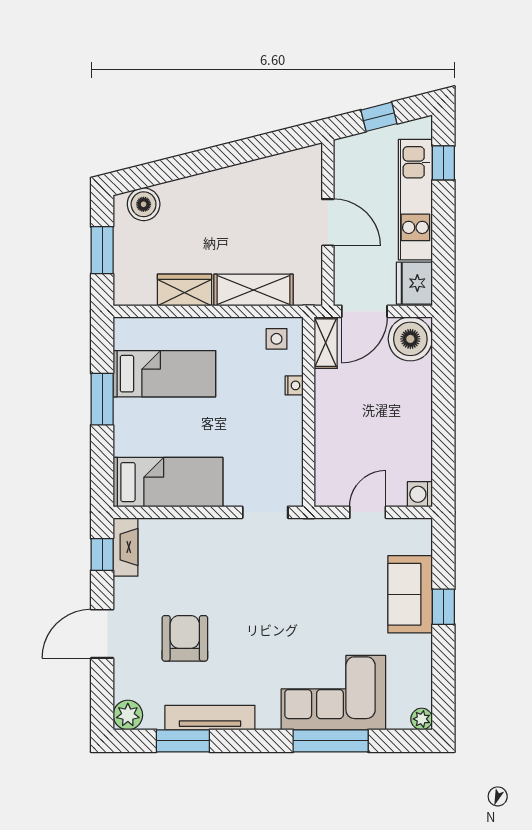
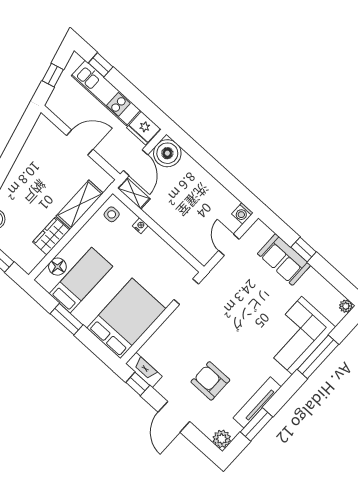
floor lamp: (155, 331) -> (57, 267), added
bed: (168, 482) -> (126, 318), width x1.50

